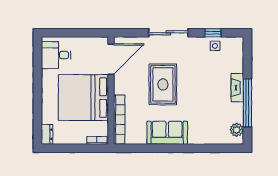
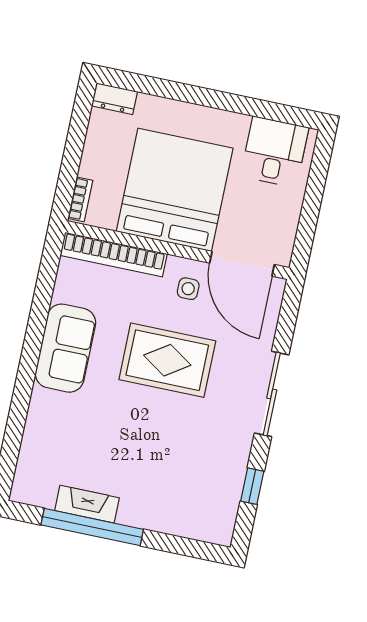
side table: (215, 46) -> (188, 289), moved
fireplace: (237, 88) -> (87, 504), moved
plant: (237, 130) -> (41, 493), removed

